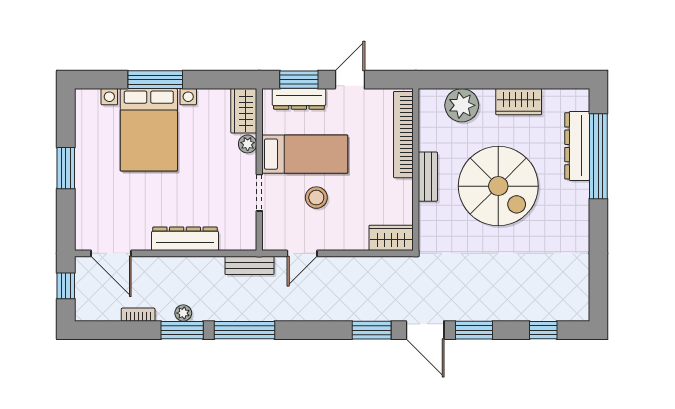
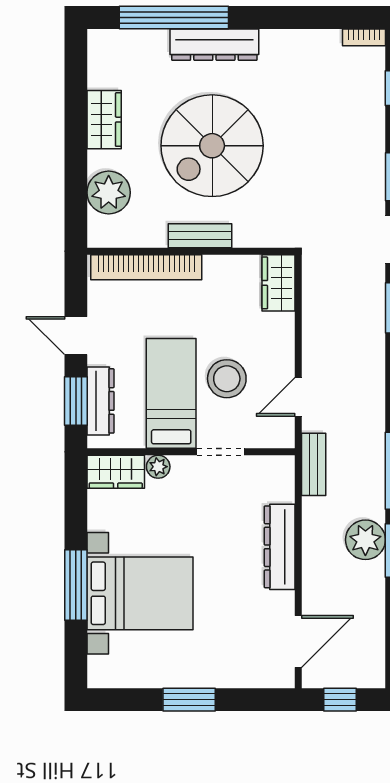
dresser: (577, 146) -> (214, 45), moved
spiral stairs: (498, 186) -> (212, 146), turned 180
stool: (316, 198) -> (227, 379), width x1.38, depth x1.38
door: (302, 253) -> (298, 397), swing flipped
plant: (183, 313) -> (365, 540), width x1.88, depth x1.88
bookcase: (138, 315) -> (364, 37), moved, turned -90

